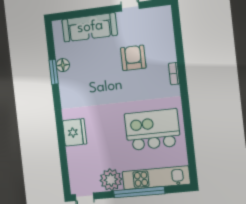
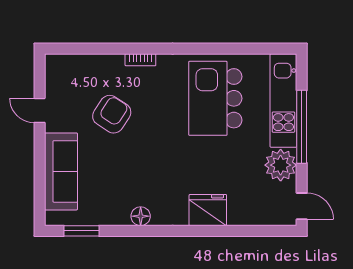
armchair: (133, 58) -> (112, 114), turned 123
floor lamp: (63, 65) -> (141, 216), moved
window: (54, 72) -> (81, 231), moved

